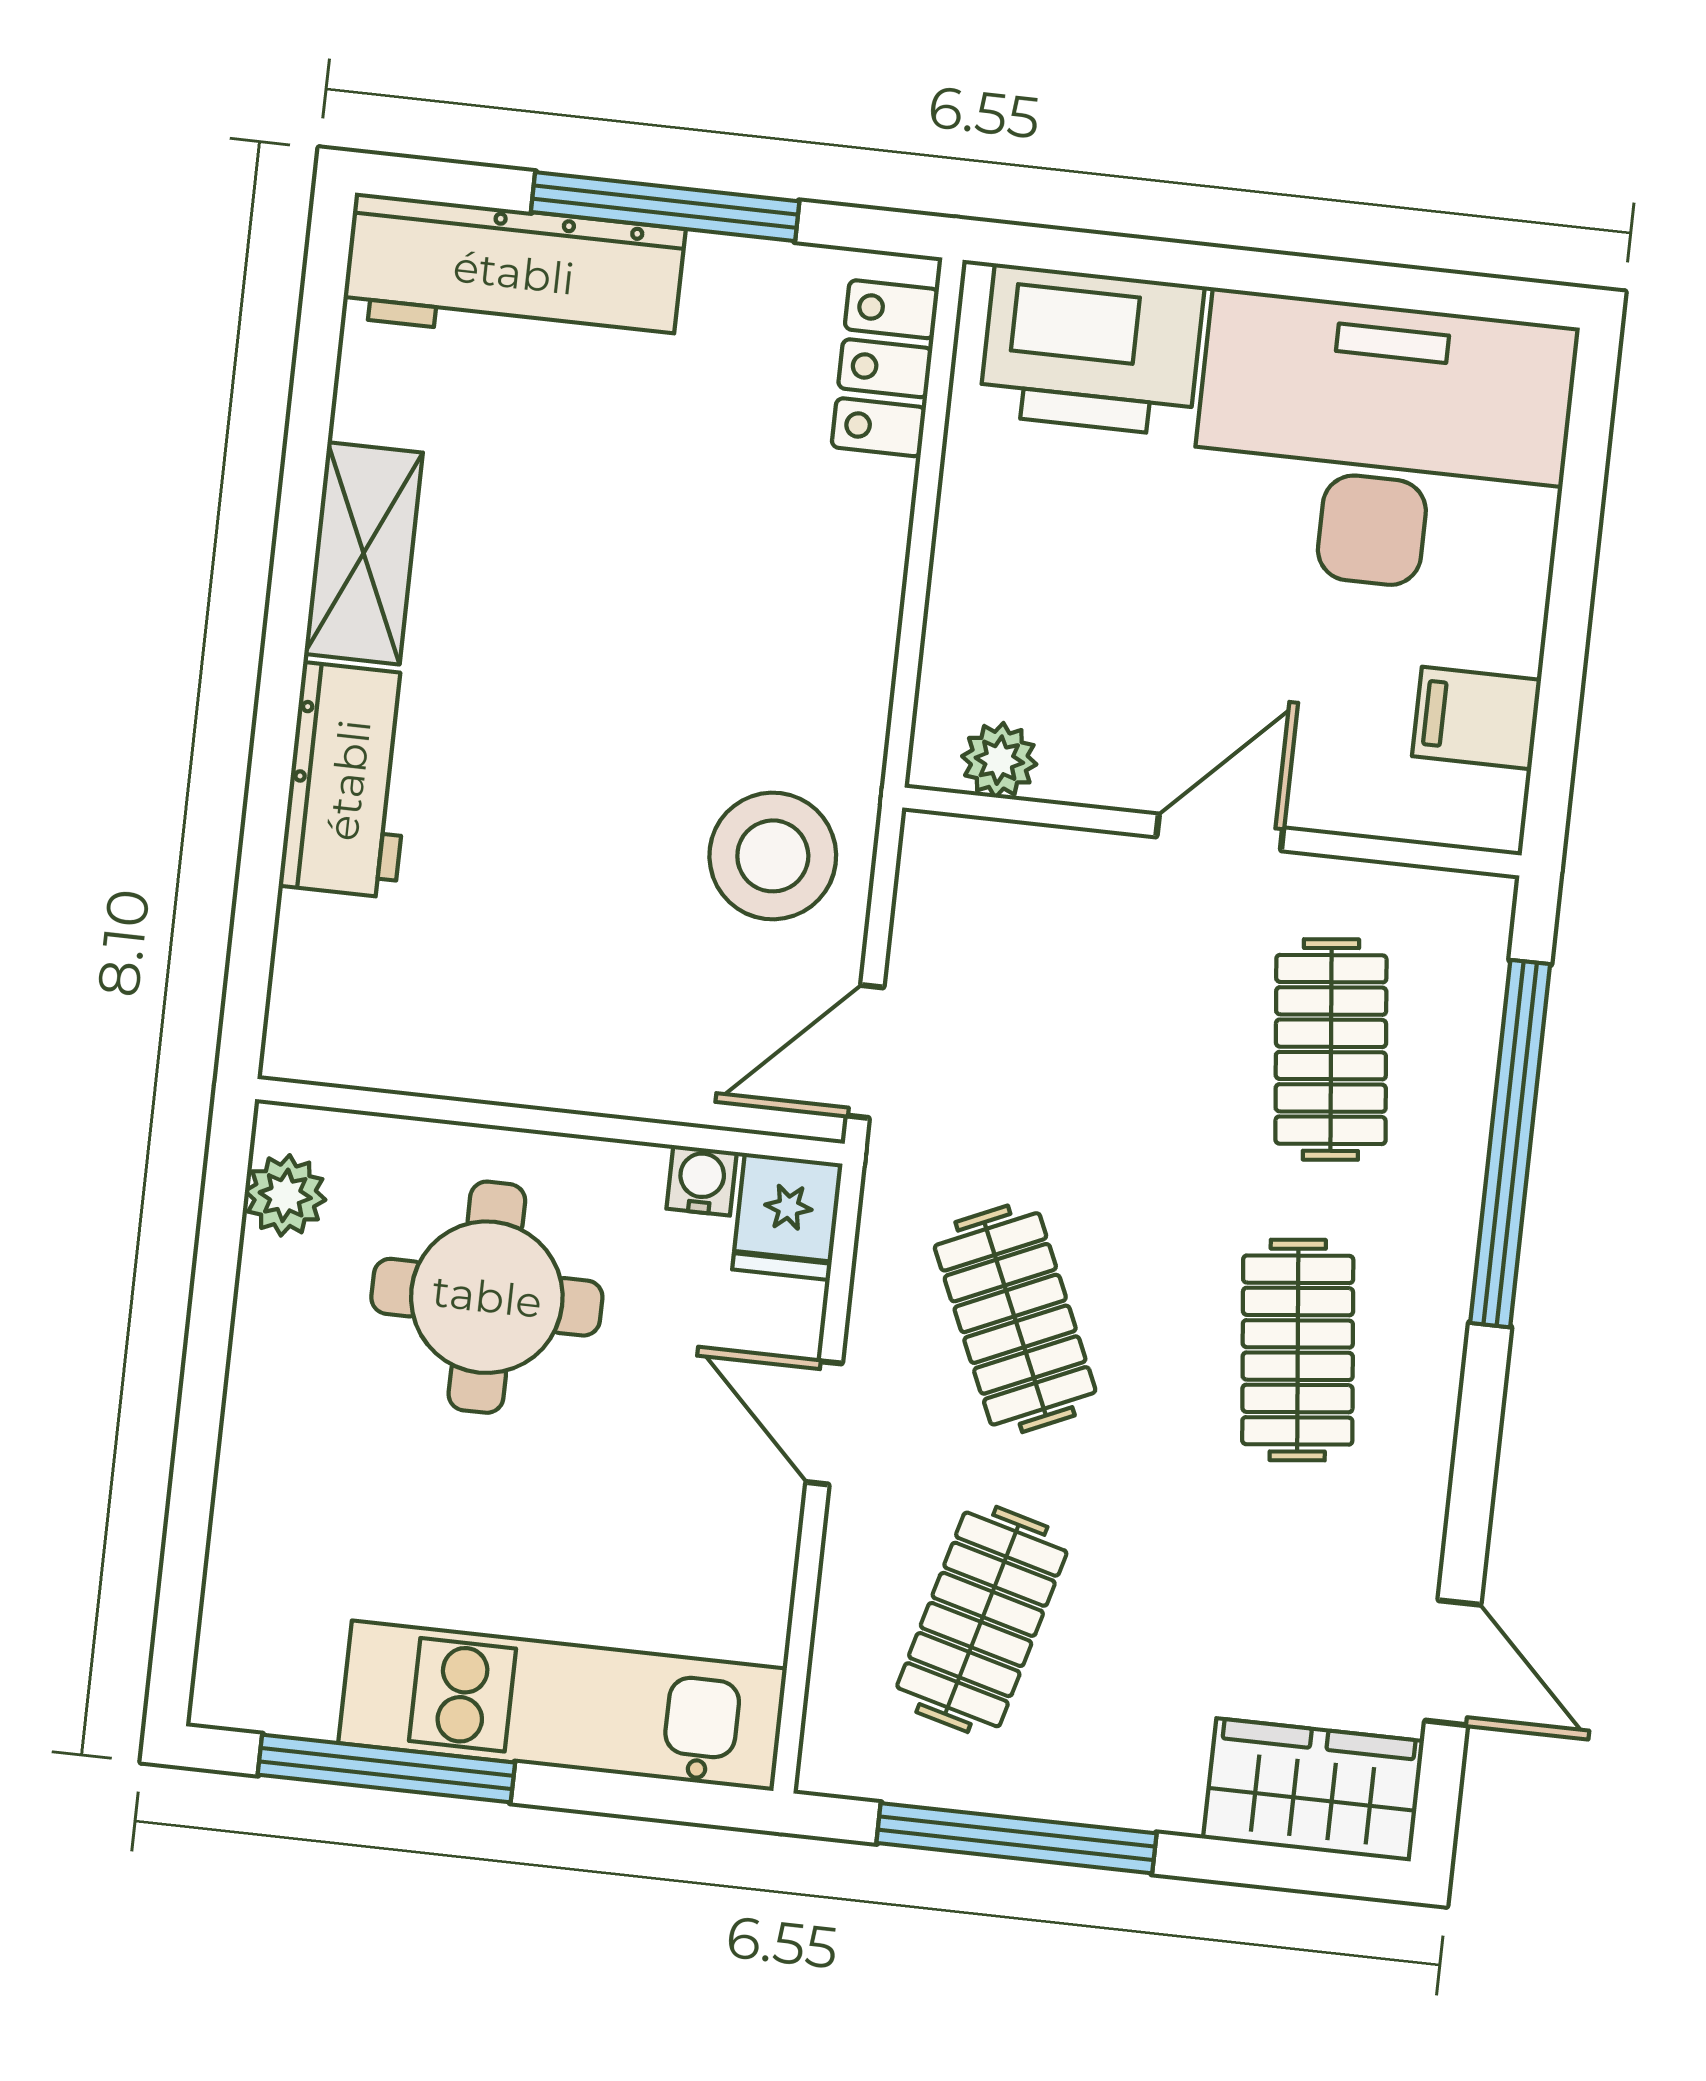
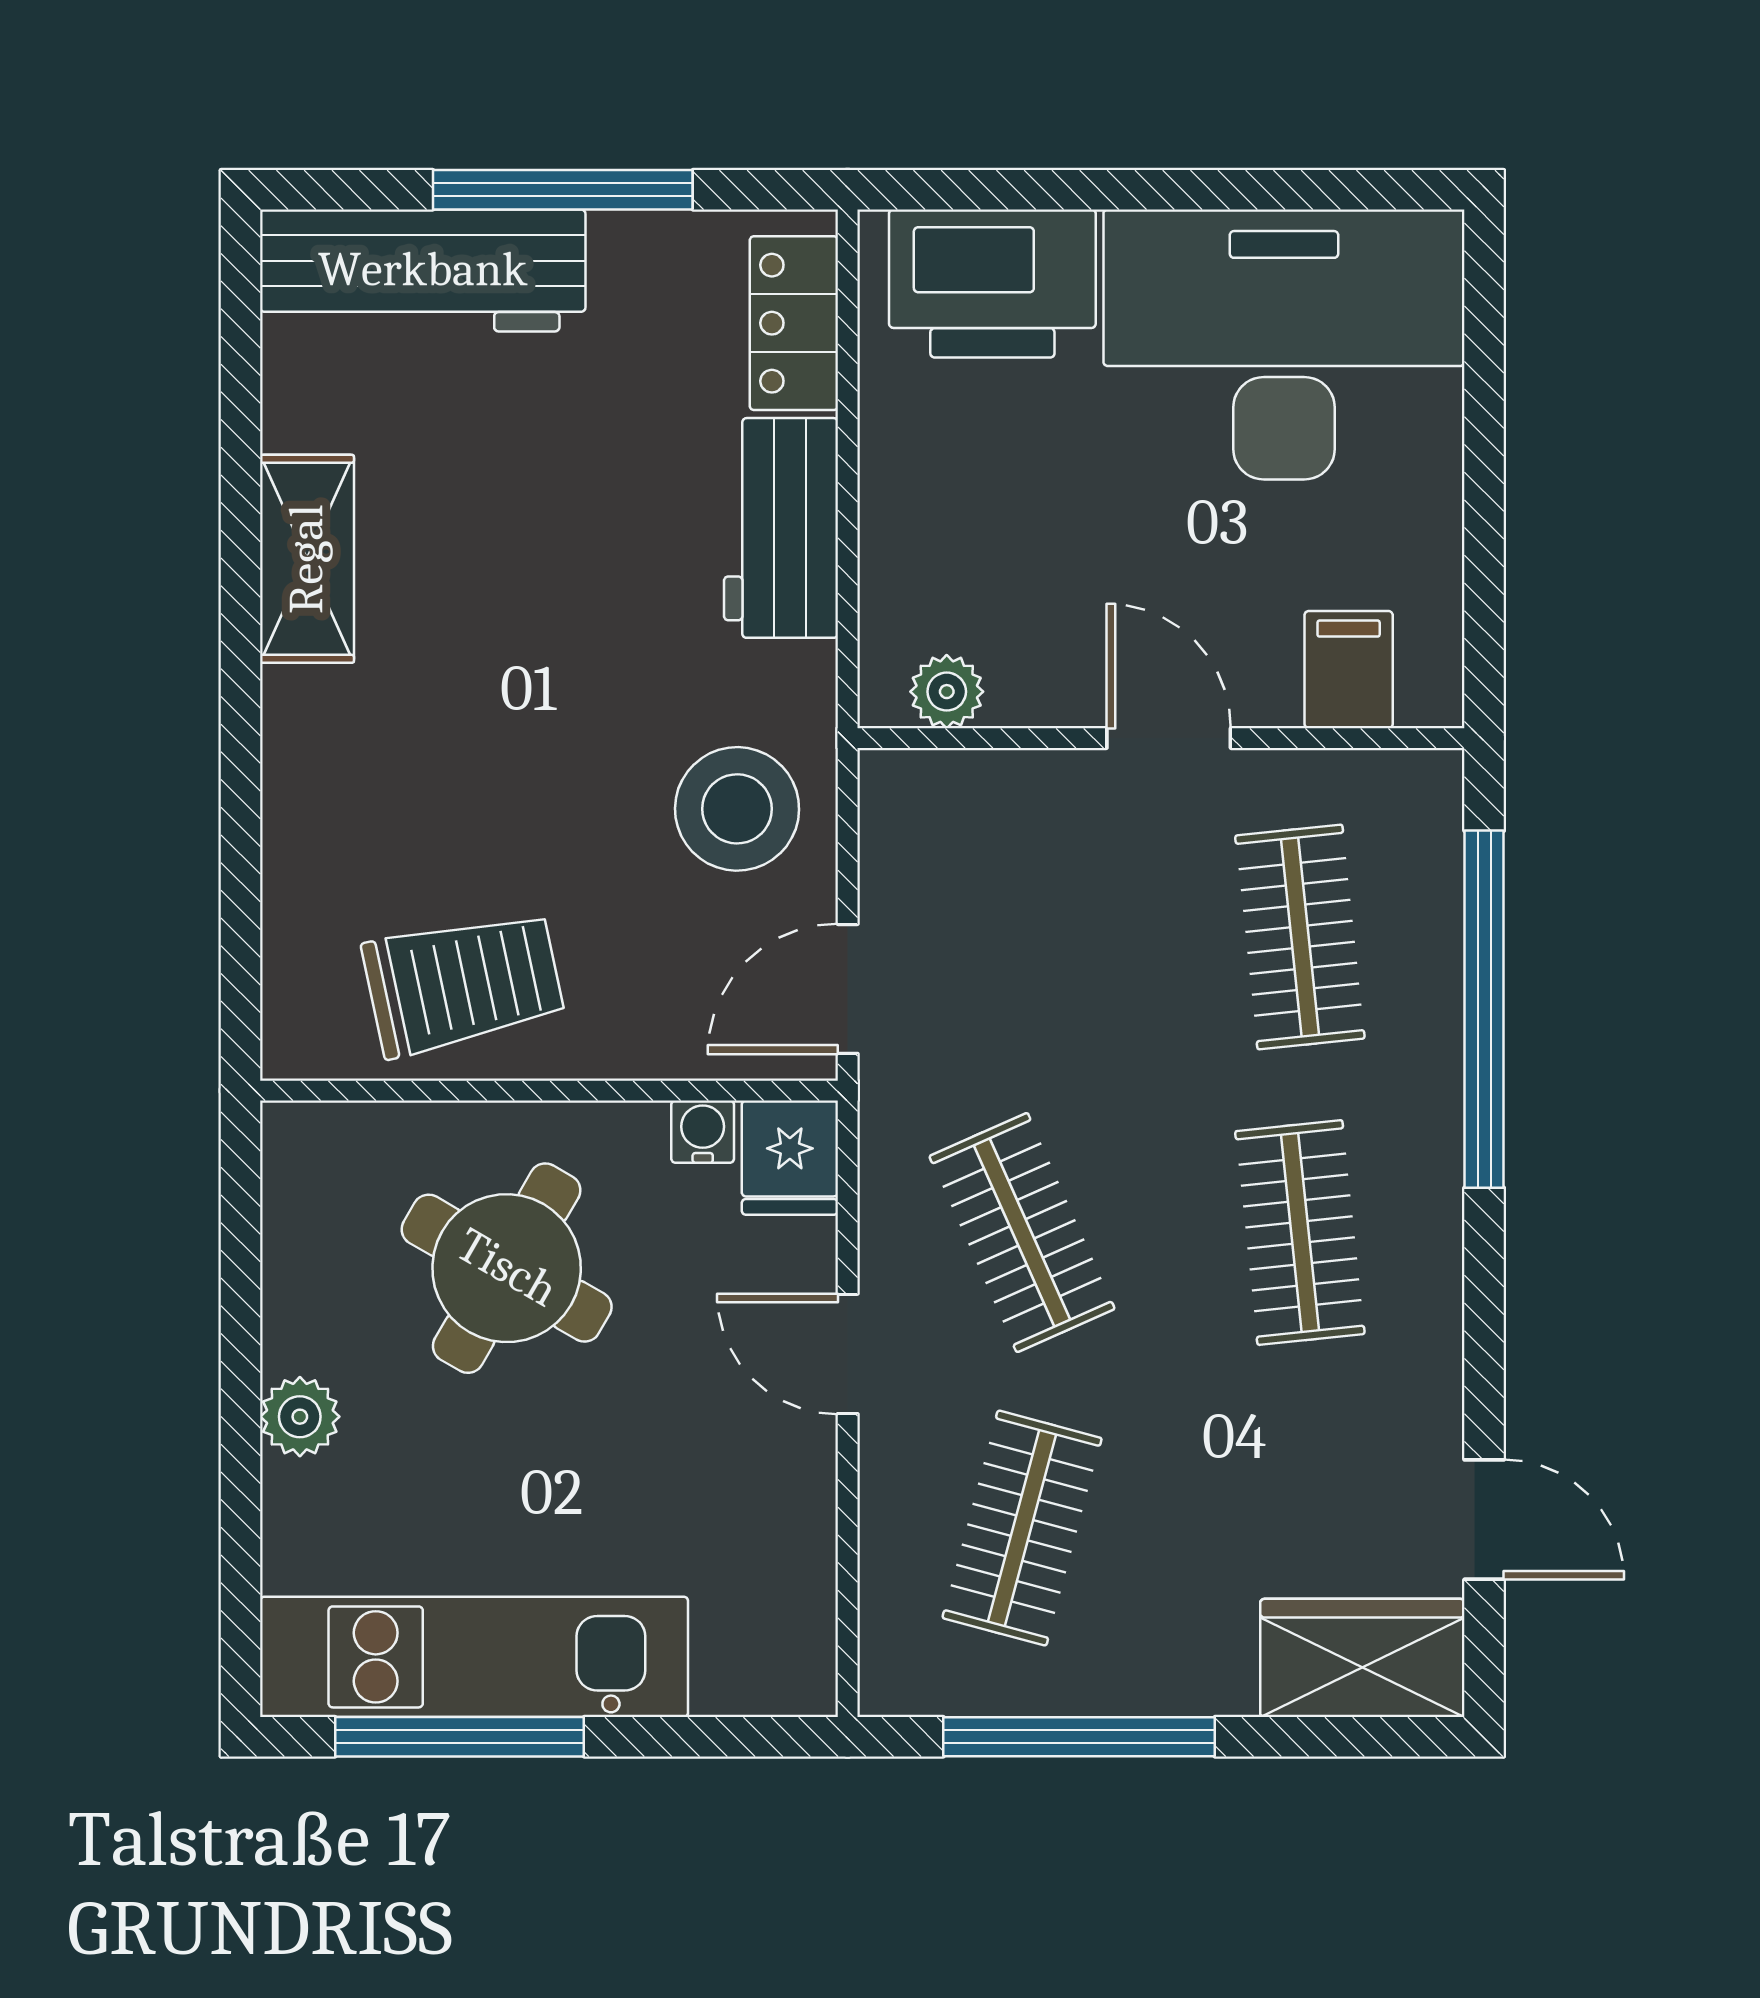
filing cabinet: (1477, 718) -> (1349, 670), moved, turned 90
workbench: (349, 780) -> (781, 528), moved, turned 180
door: (1220, 832) -> (1169, 738), hinge flipped
trolley: (475, 1002) -> (463, 983), added
plant: (285, 1195) -> (300, 1417), moved
round table: (487, 1297) -> (507, 1268), turned 30
kitchen unit: (563, 1706) -> (474, 1657), moved

